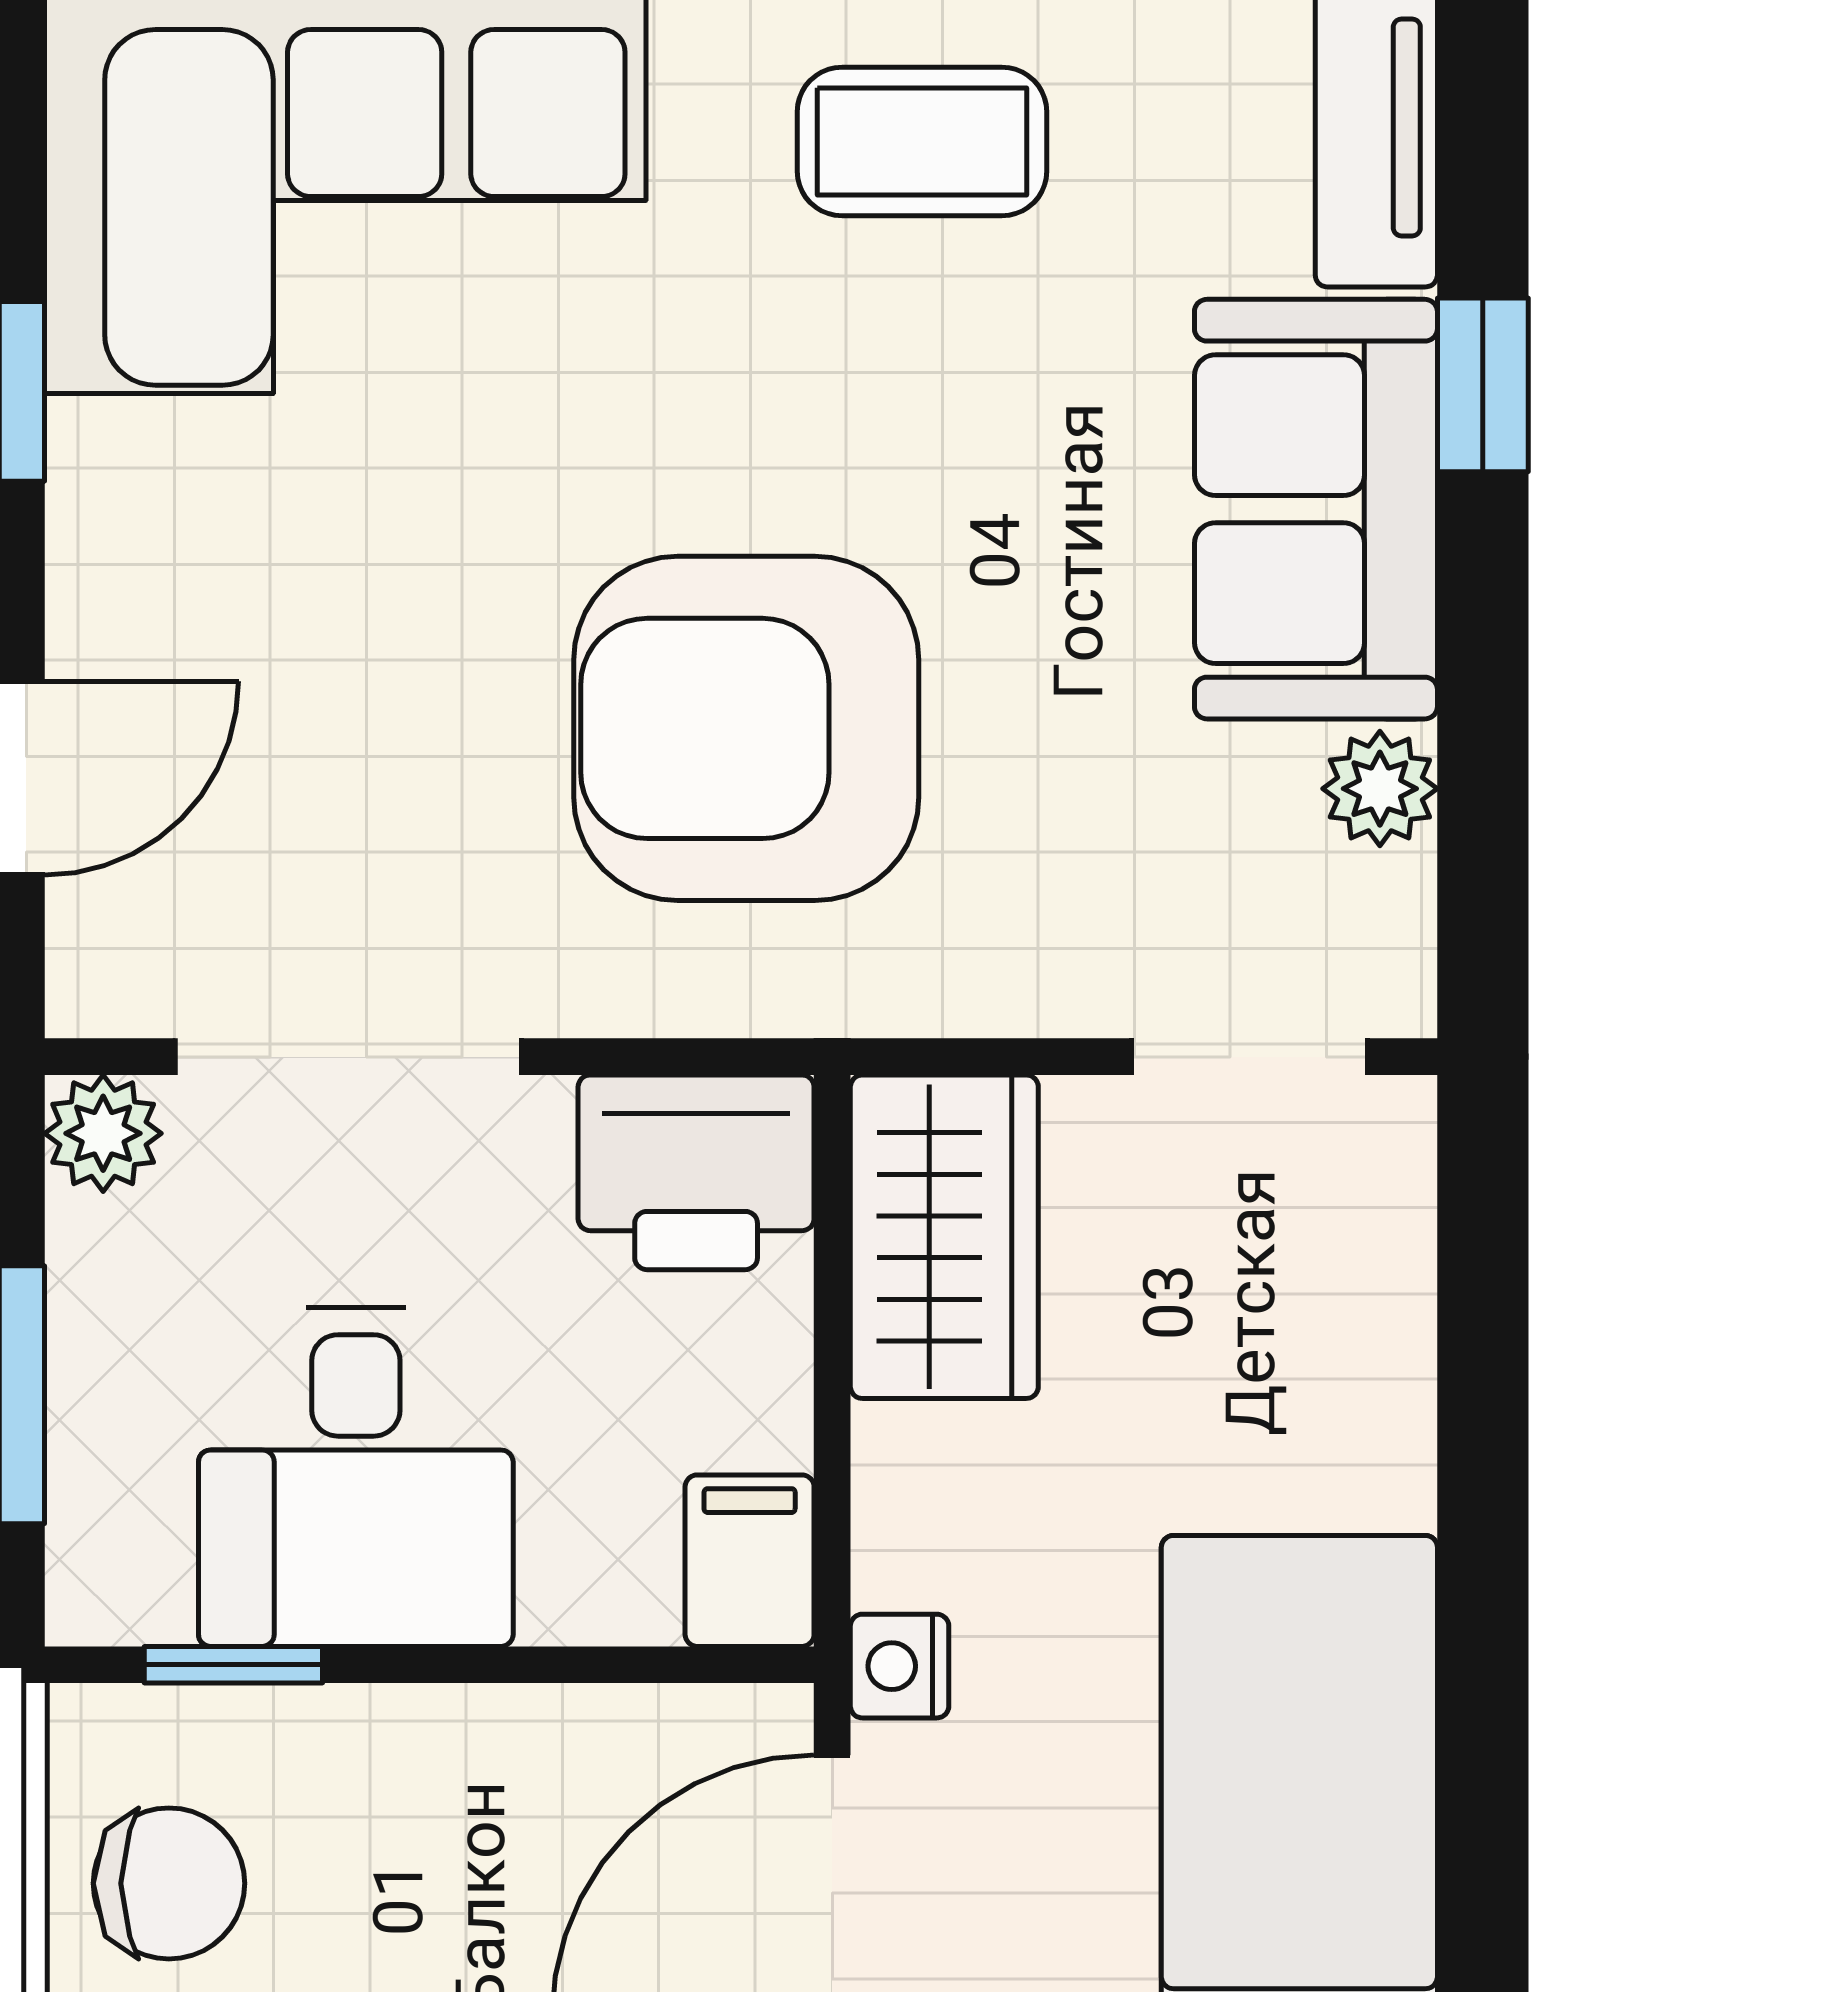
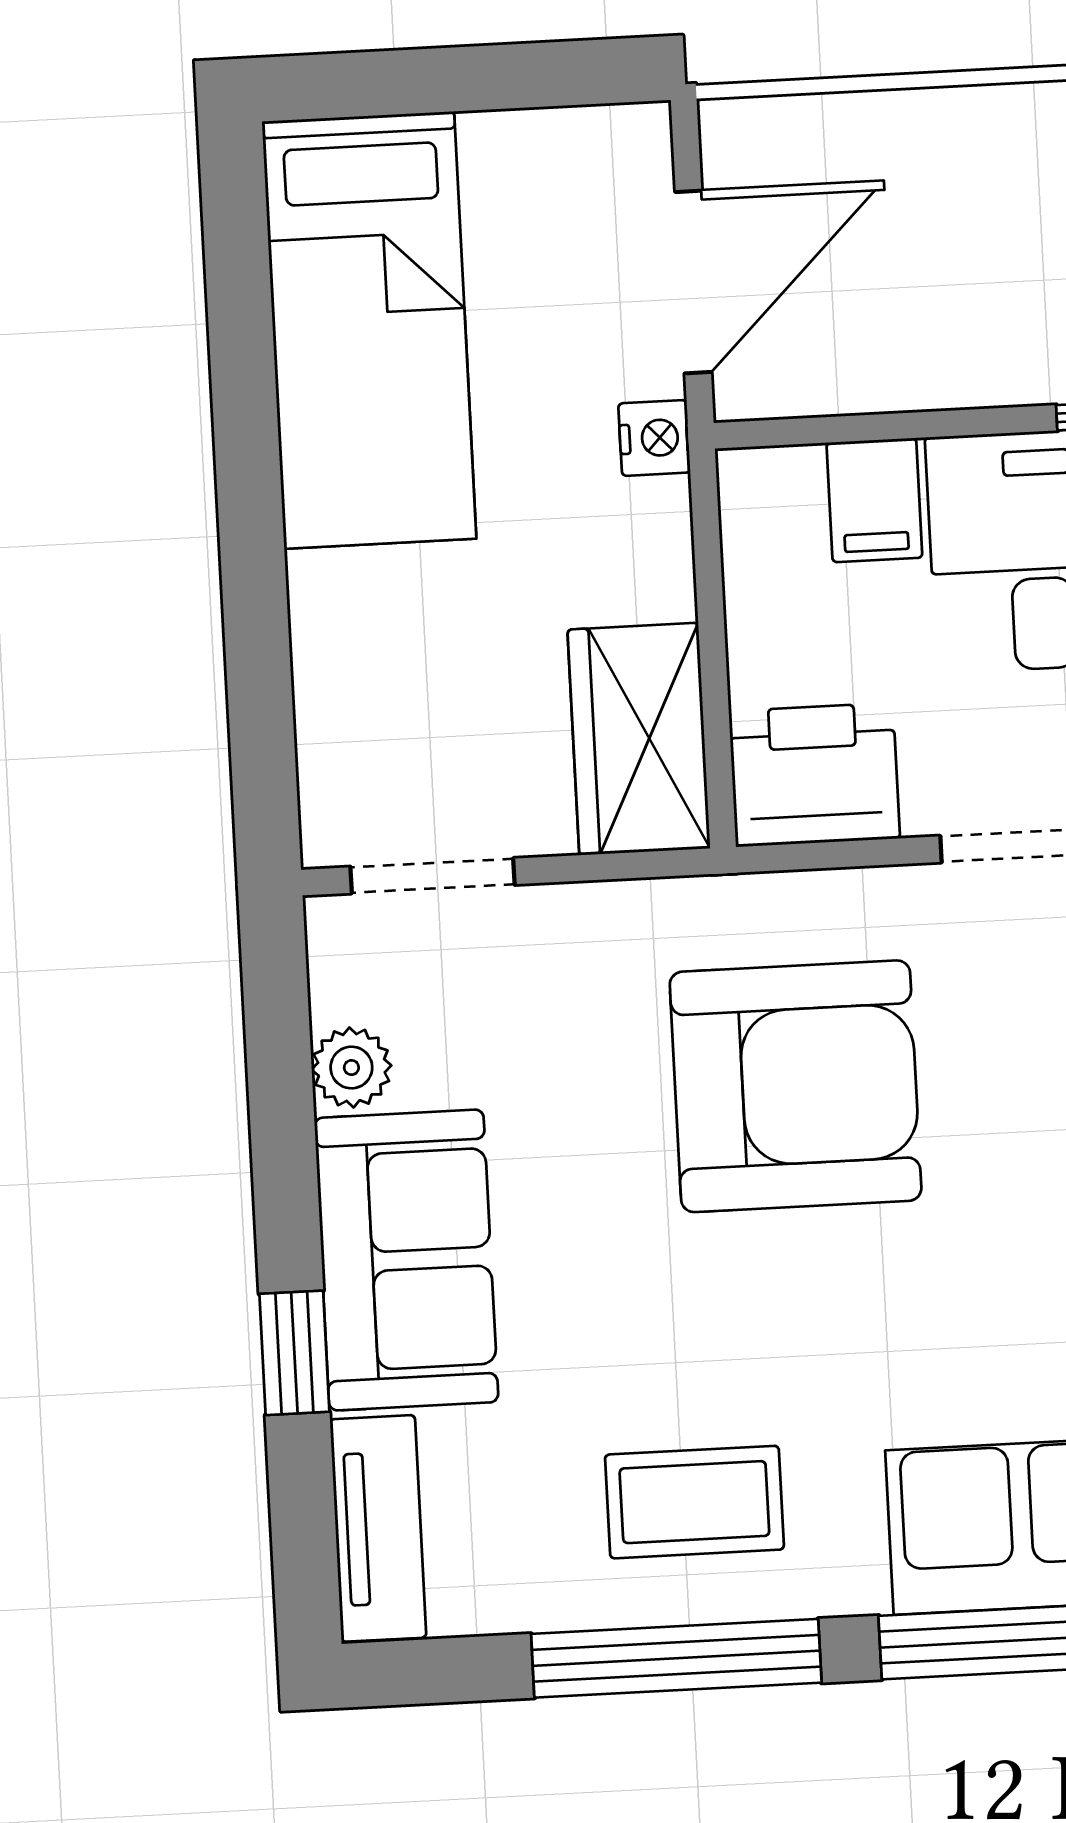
filing cabinet: (750, 1561) -> (874, 500), moved

